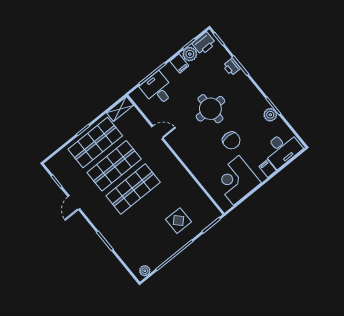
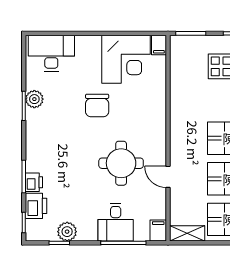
printer: (204, 43) -> (36, 206), moved, turned 90
filing cabinet: (179, 64) -> (158, 231), moved
desk: (157, 89) -> (116, 222), moved
round table: (210, 109) -> (121, 163), moved
chair: (231, 140) -> (97, 106), turned 180
filing cabinet: (268, 168) -> (159, 45), moved

